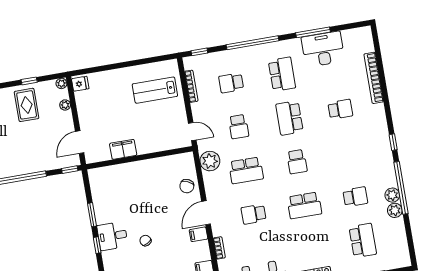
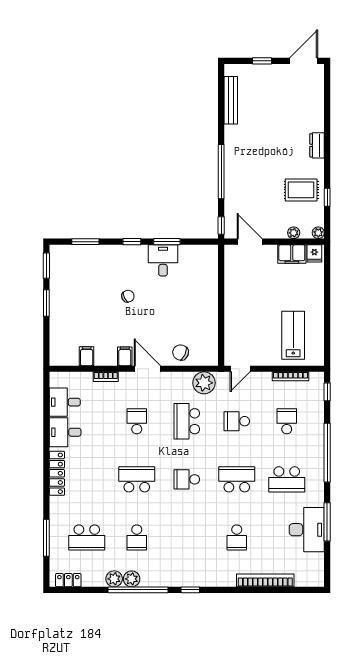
filing cabinet: (123, 149) -> (292, 254), moved, turned 90
school desk: (304, 205) -> (137, 479), turned 90
desk: (112, 236) -> (163, 260), moved
locker: (403, 250) -> (68, 580), added

